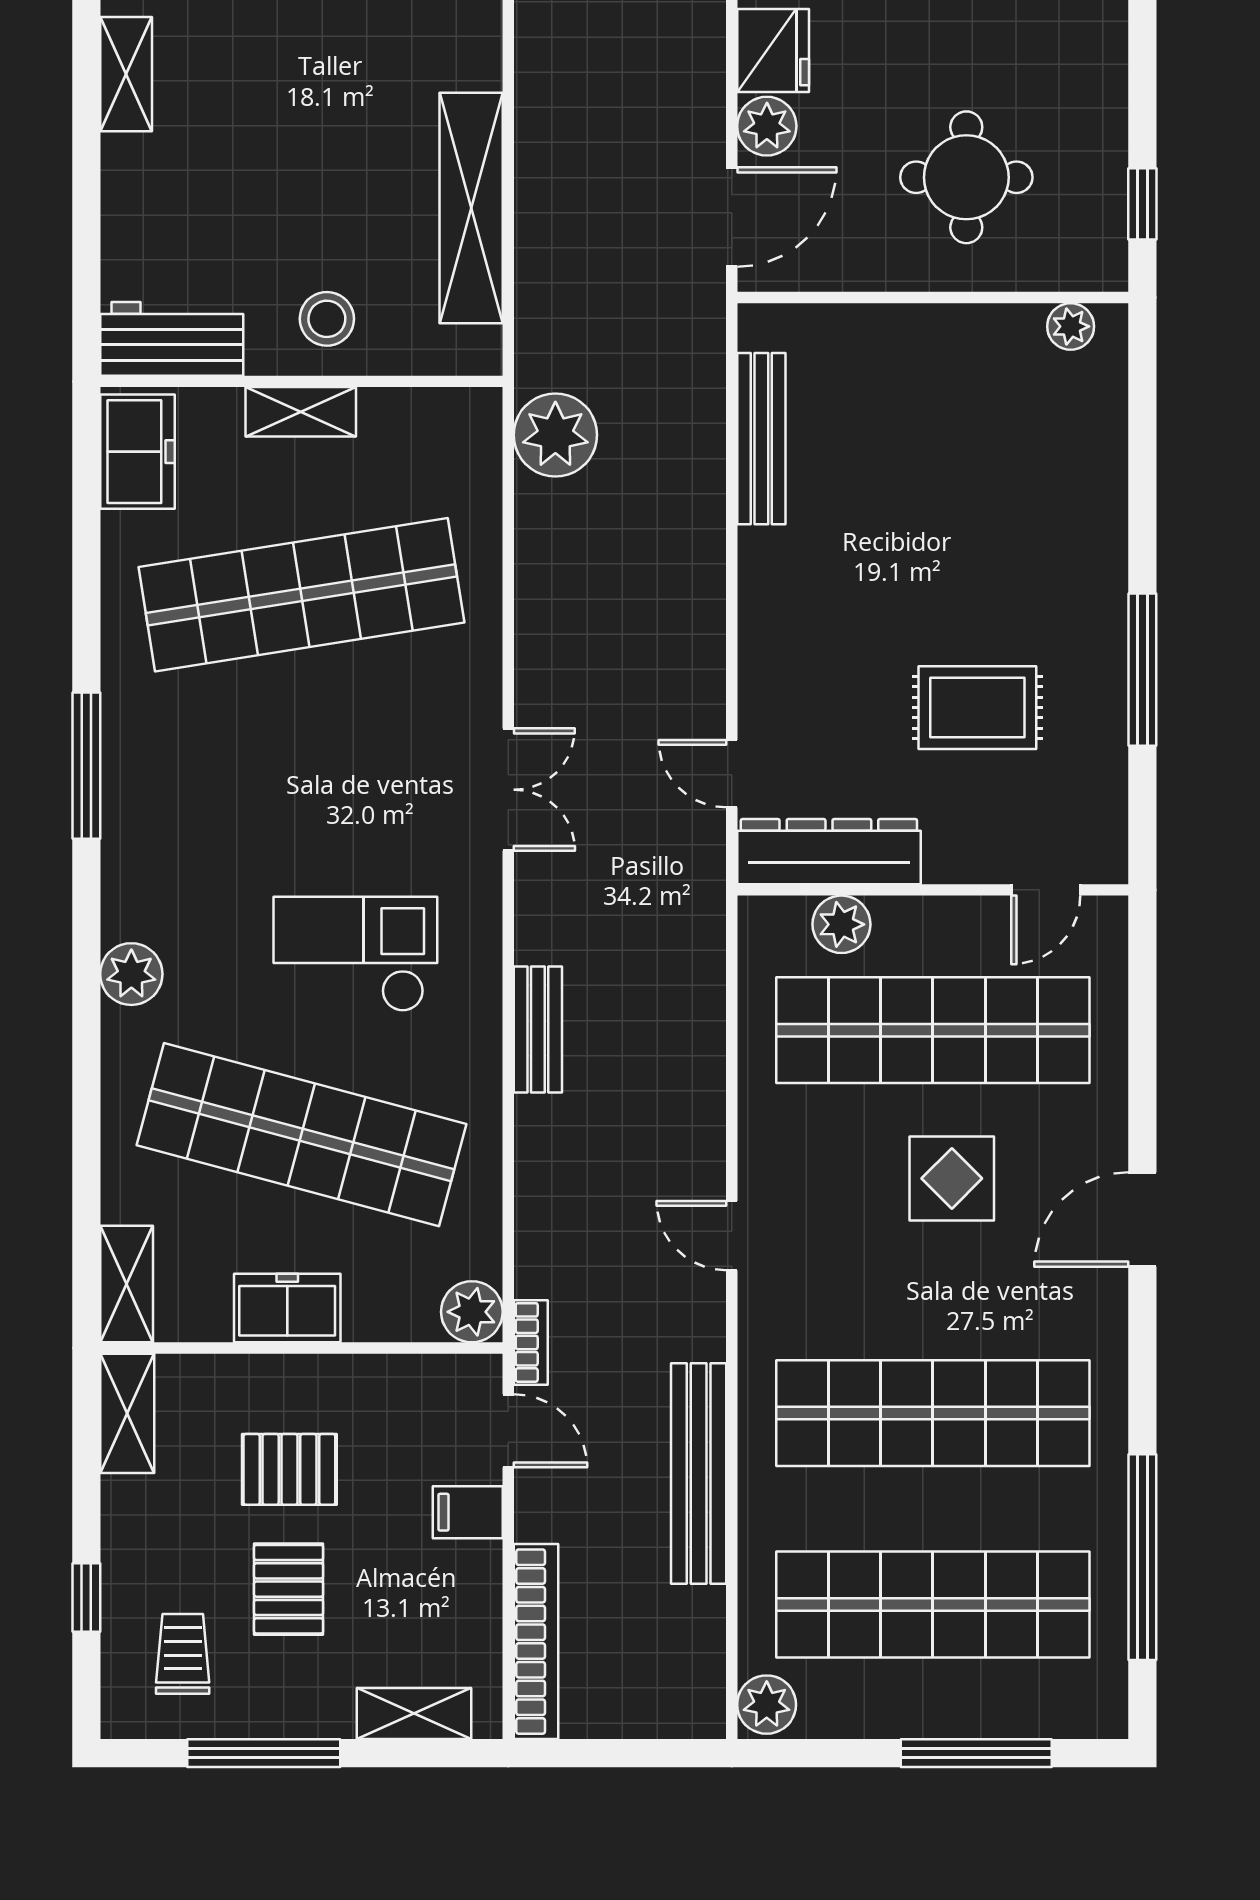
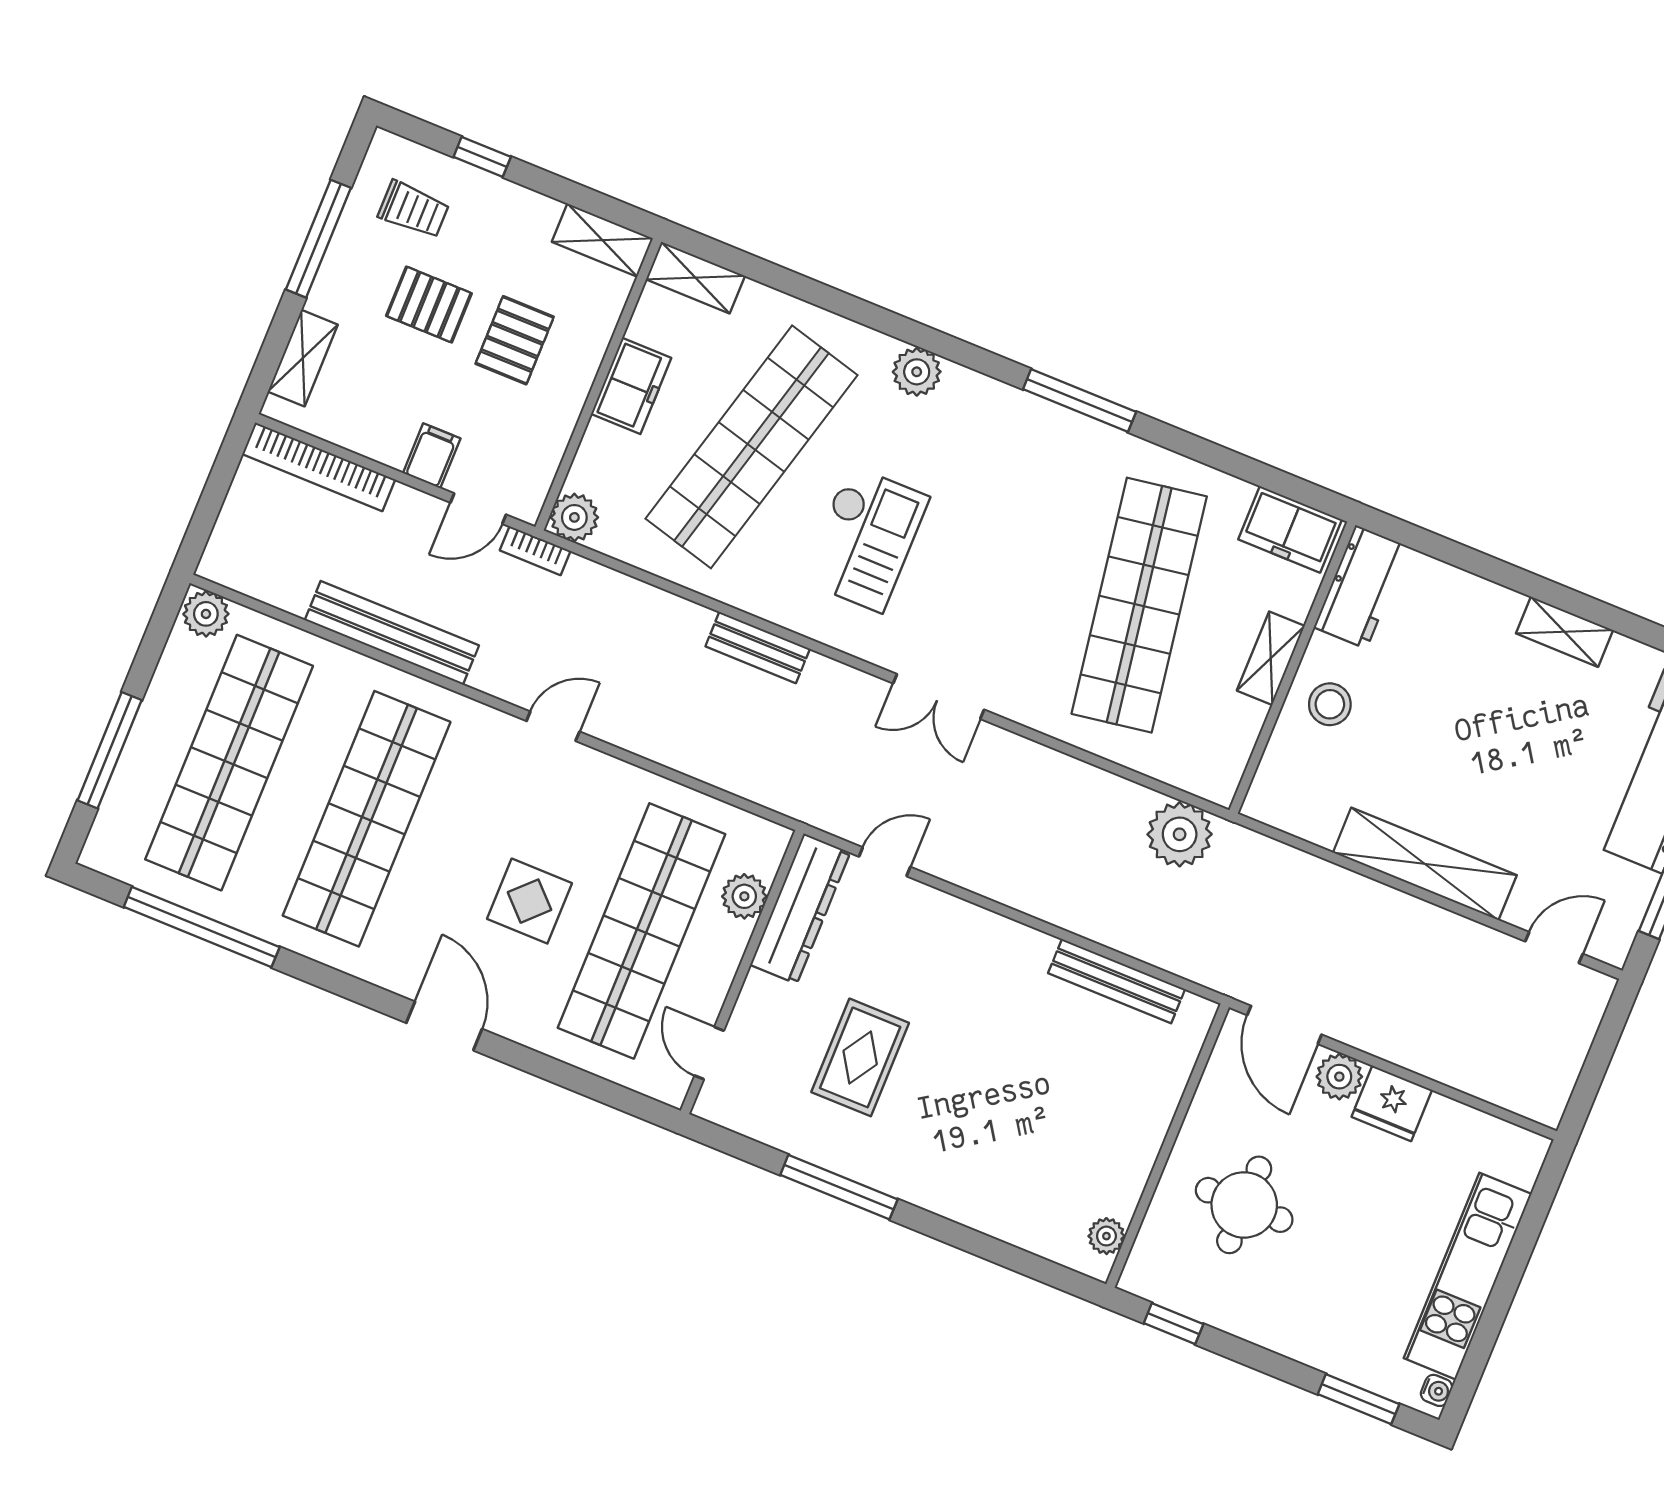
shelving: (471, 208) -> (1425, 864), moved

